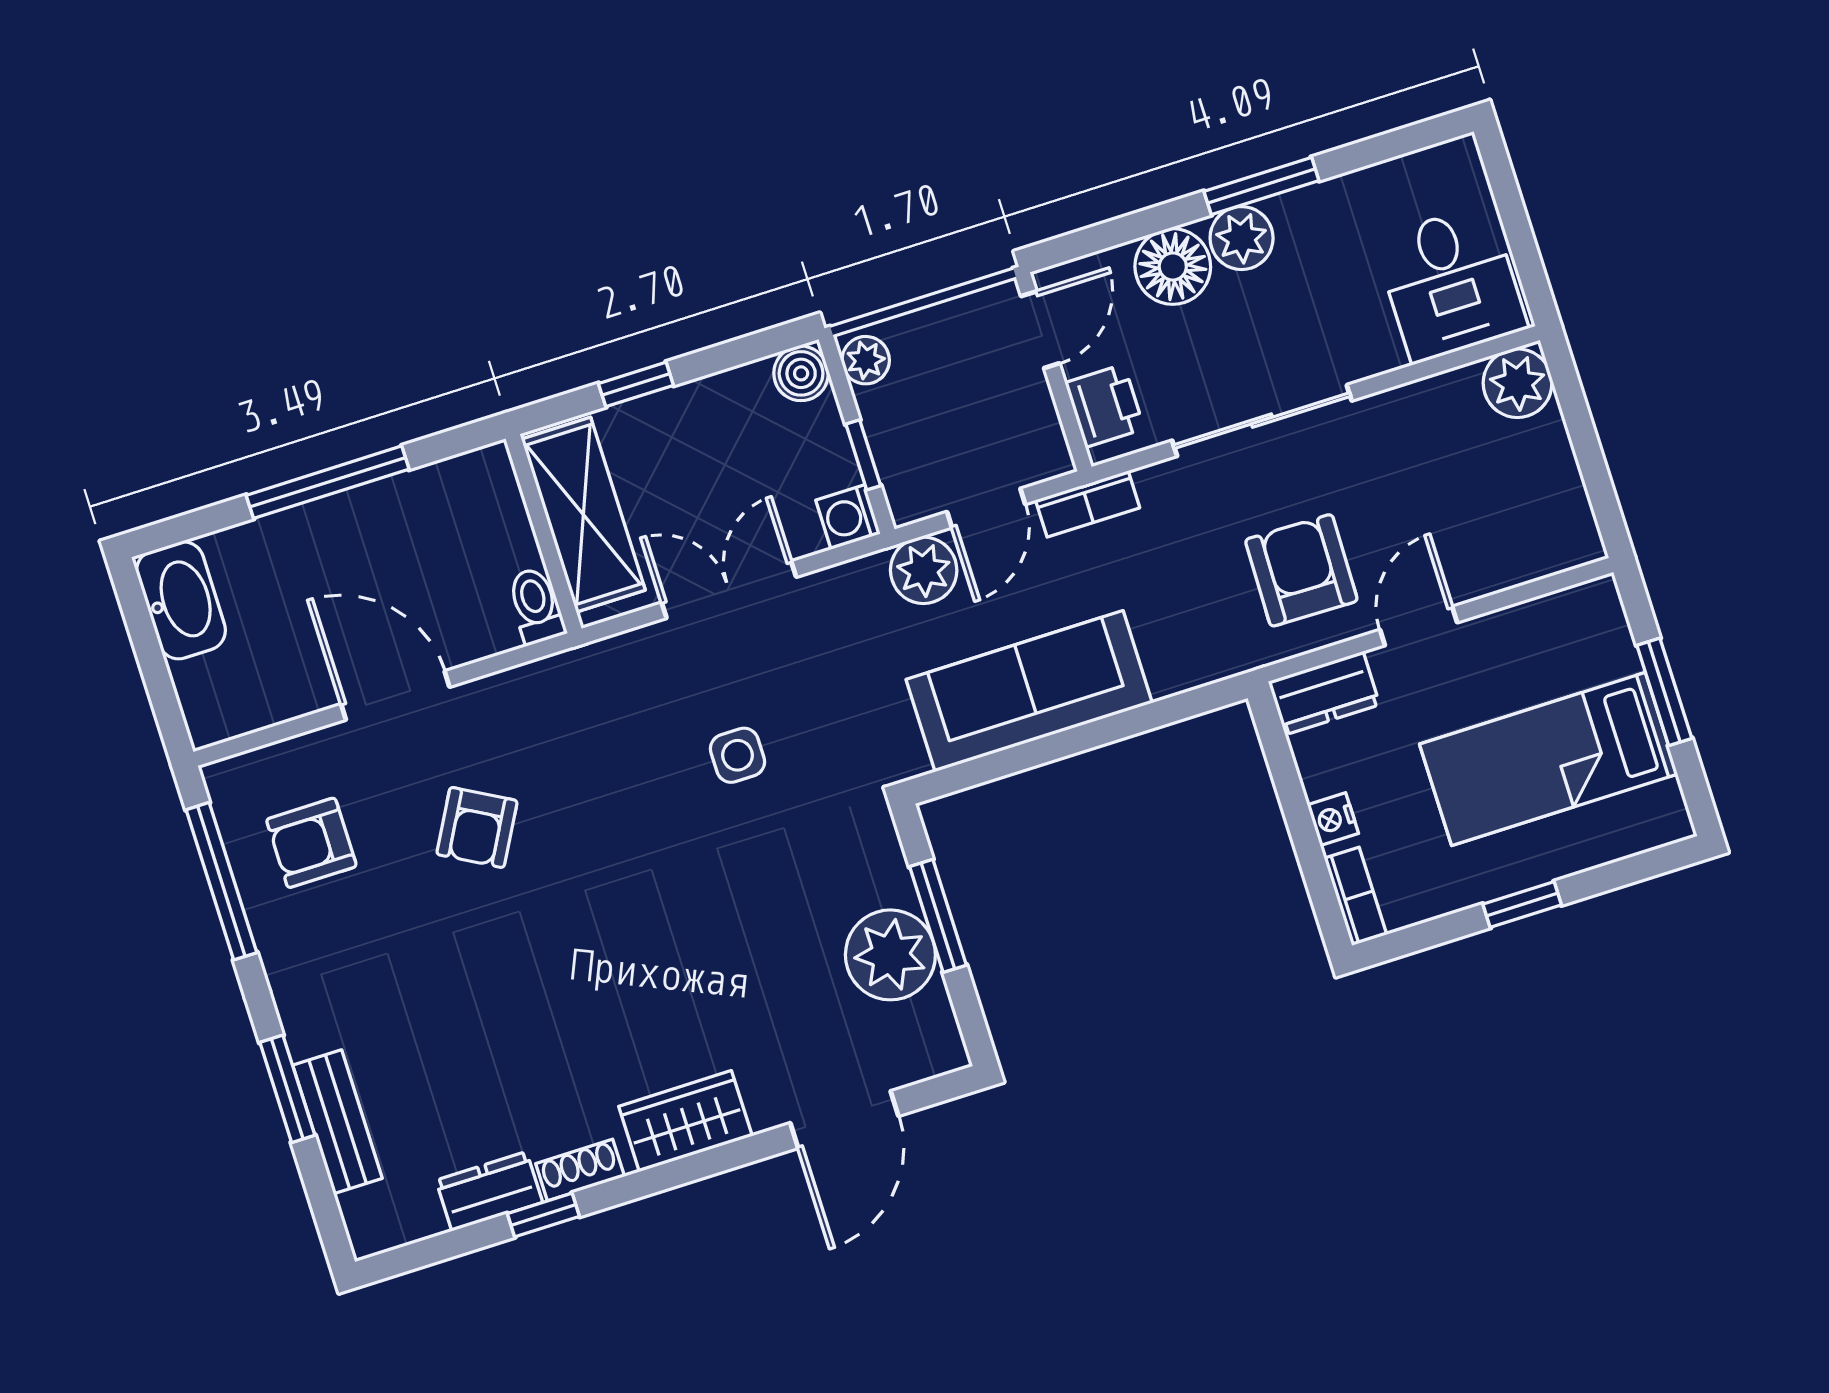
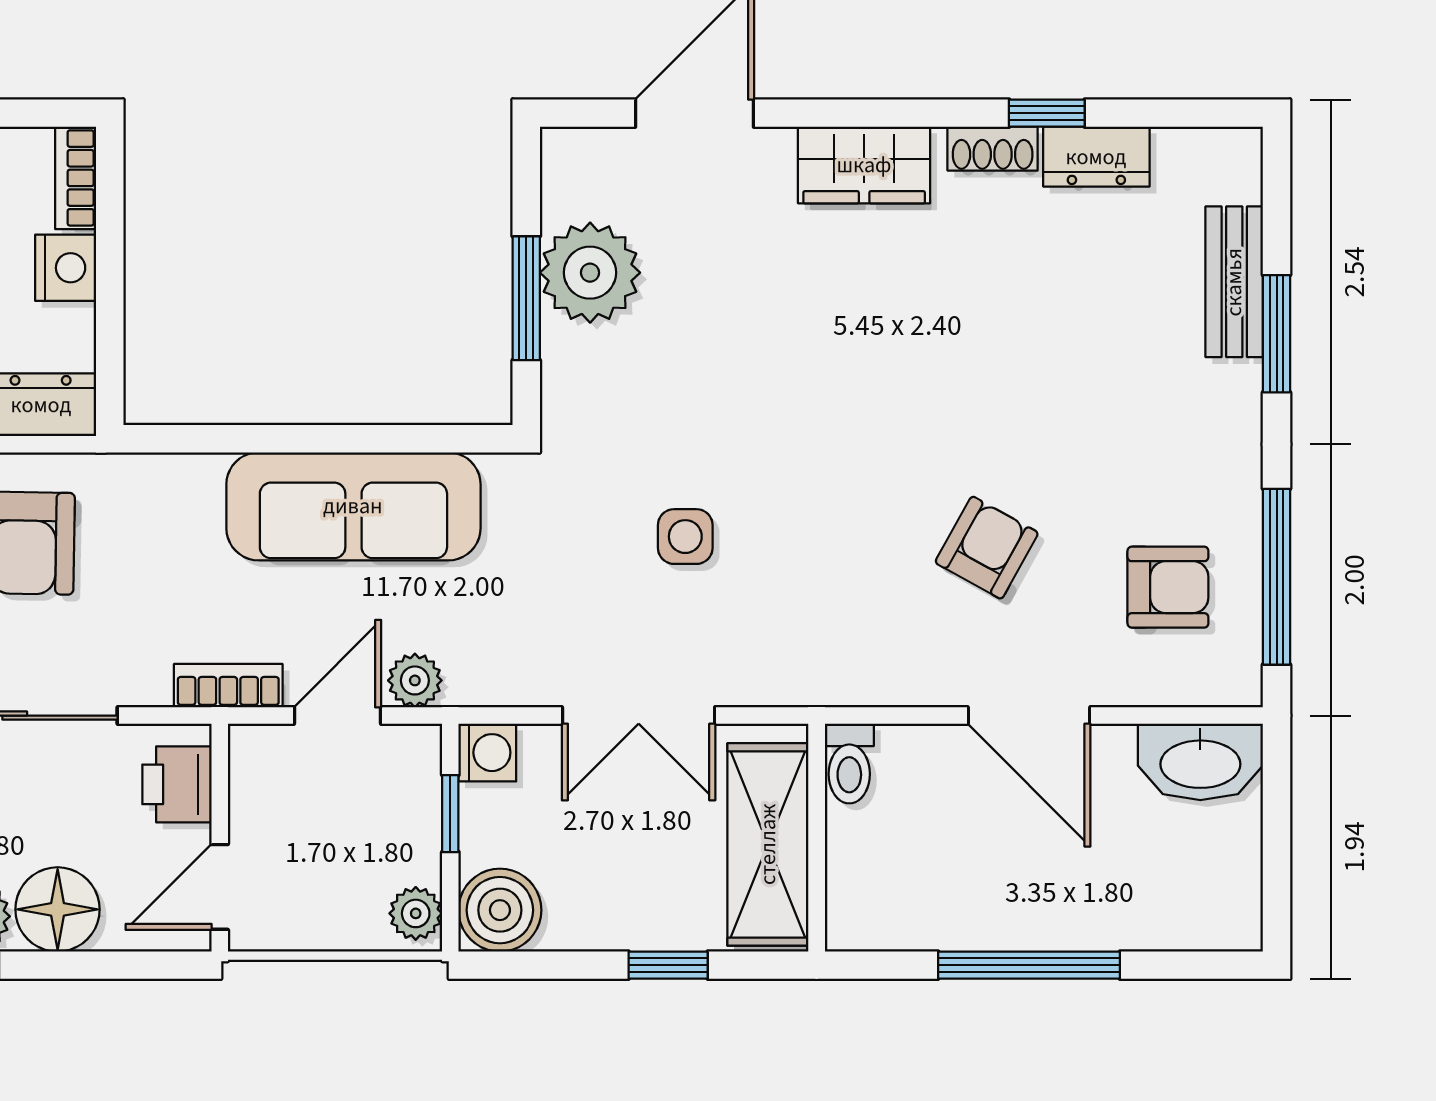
boiler: (801, 373) -> (500, 910), width x1.36, depth x1.36
plant: (924, 570) -> (415, 680), width x0.73, depth x0.73
washbasin: (181, 600) -> (1200, 762), moved, turned -90
nightstand: (1333, 819) -> (66, 268), width x1.39, depth x1.35

